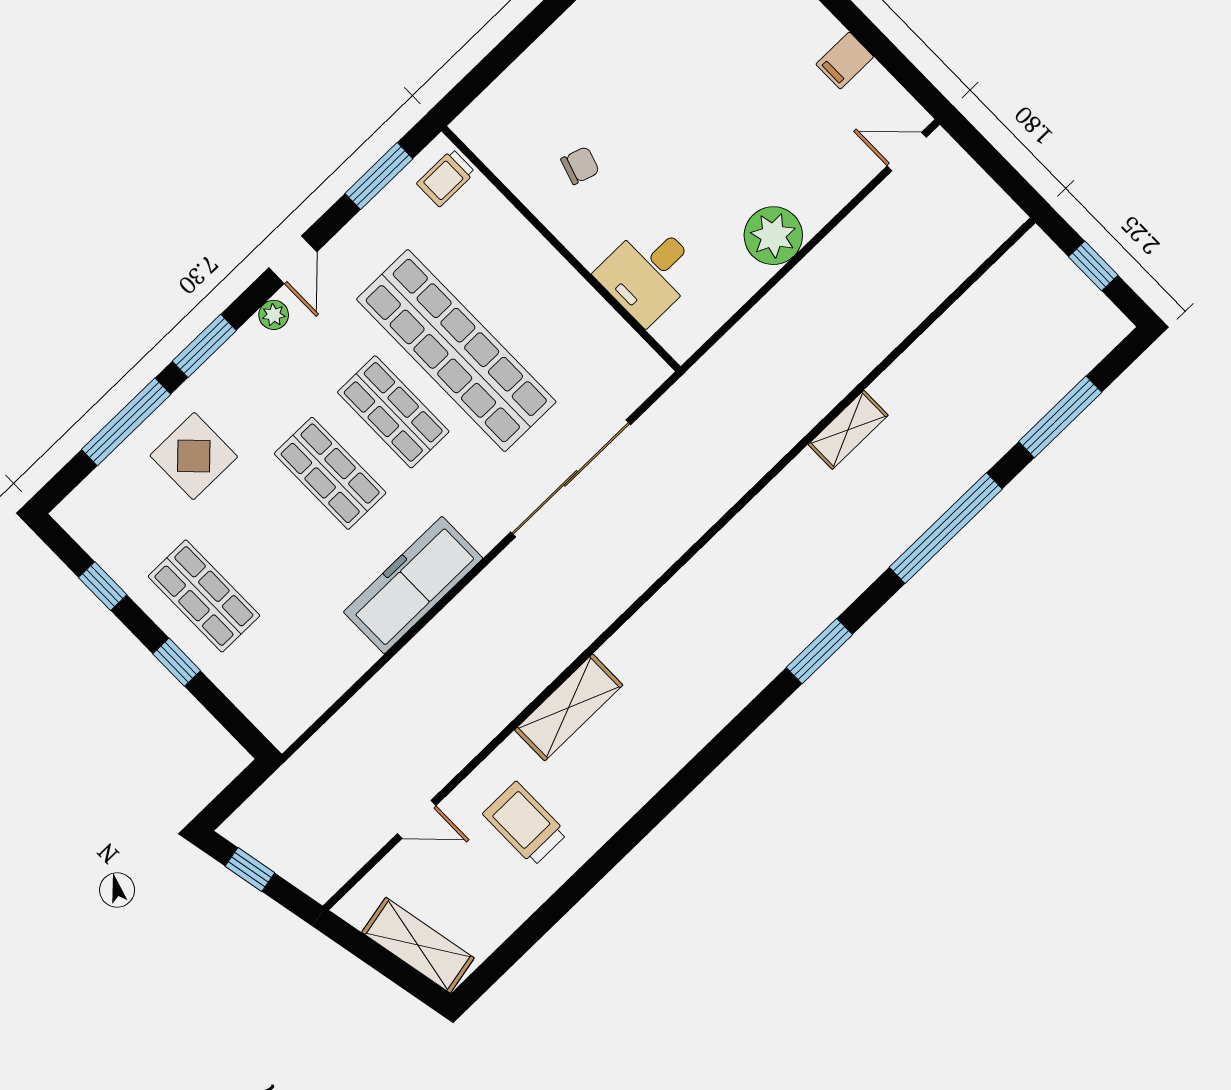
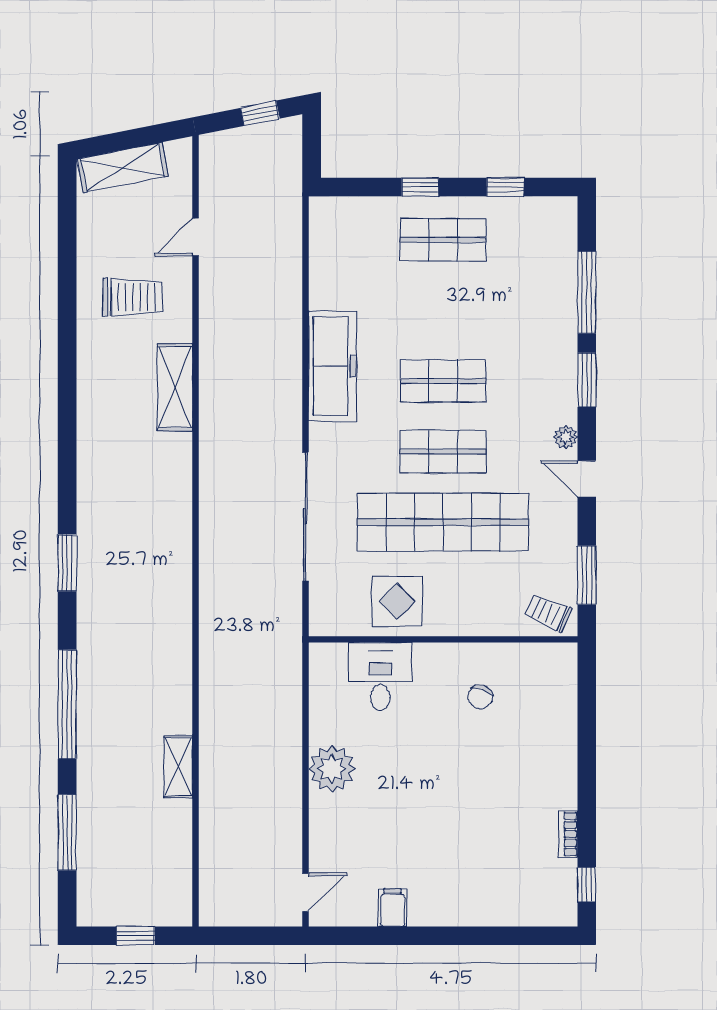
trolley: (446, 178) -> (548, 613), turned -67
shelving: (848, 430) -> (178, 767), moved
display table: (194, 456) -> (397, 601), moved

